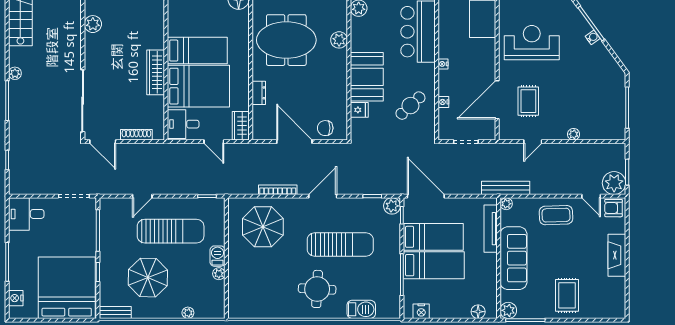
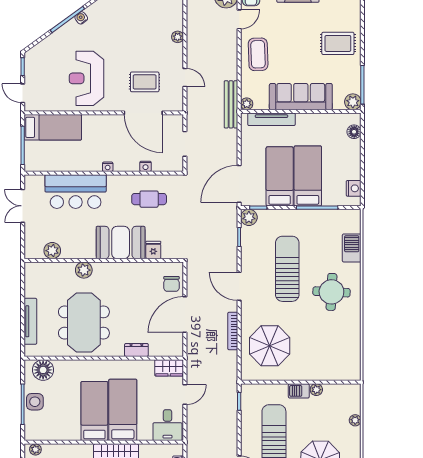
bed: (198, 86) -> (123, 410), width x0.67
cafe table: (410, 106) -> (149, 199), turned -47

